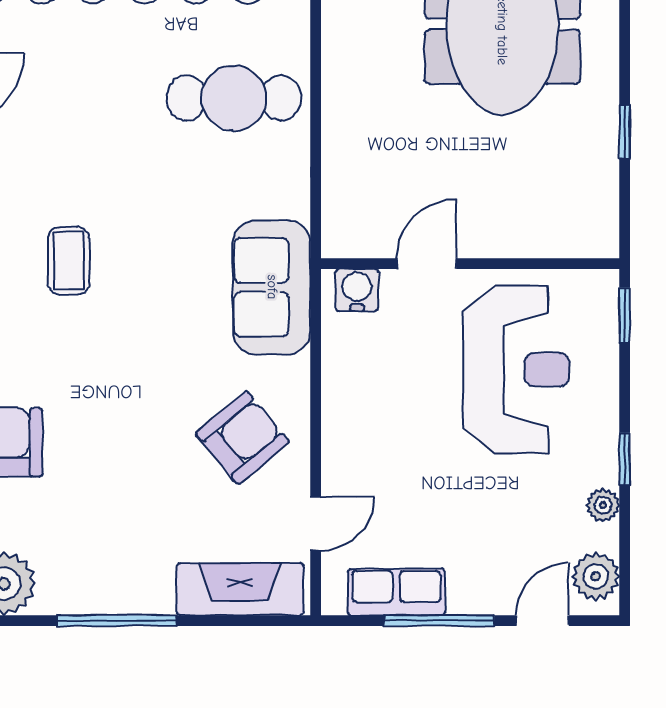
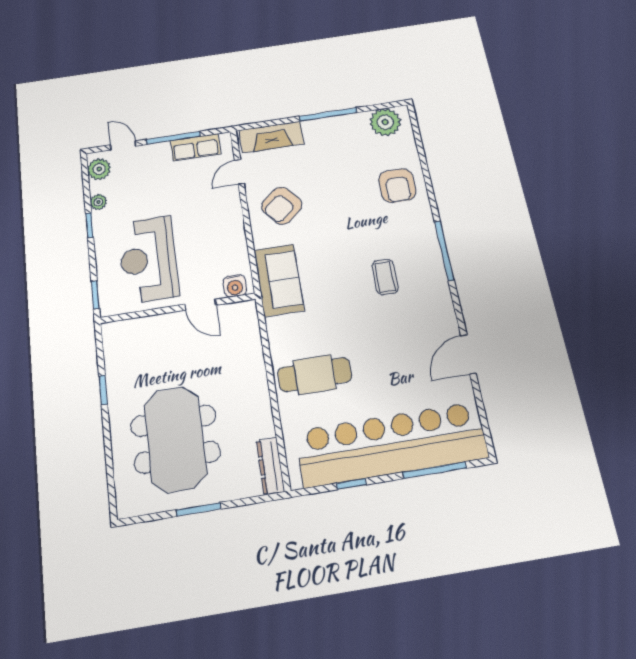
door: (427, 264) -> (201, 305), hinge flipped
door: (542, 621) -> (123, 145), swing flipped

